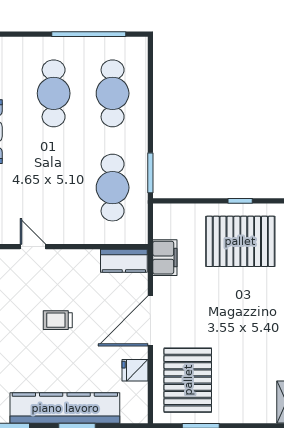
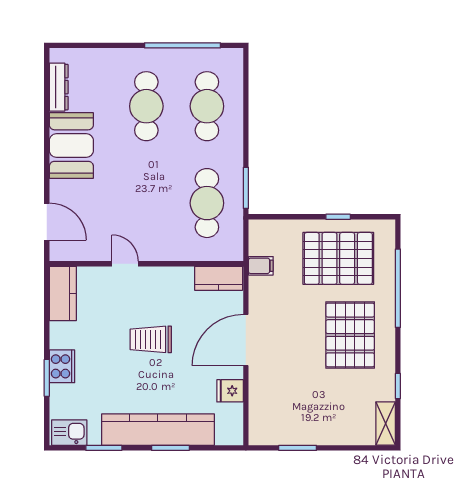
filing cabinet: (165, 258) -> (261, 266), width x0.50
trolley: (58, 320) -> (151, 339), width x1.36, depth x1.39
pallet: (188, 380) -> (350, 335), moved

